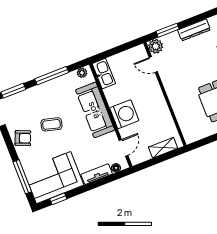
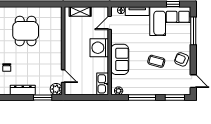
sofa: (95, 110) -> (120, 59), width x0.73

